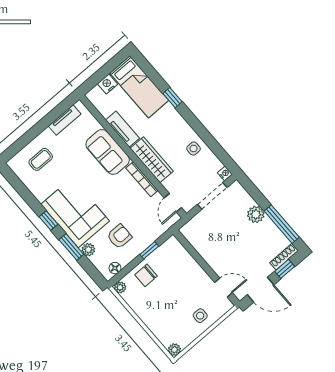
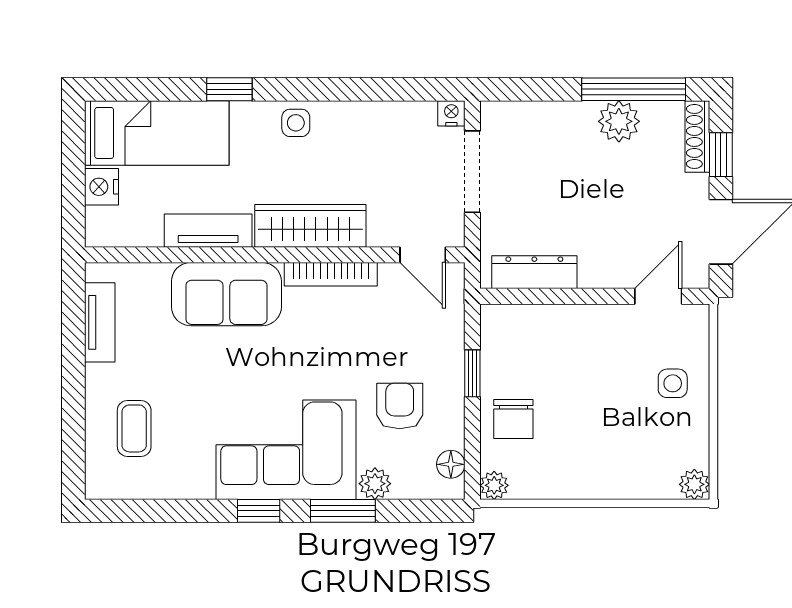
side table: (194, 149) -> (296, 123), moved
plant: (256, 214) -> (619, 121), moved
dresser: (198, 242) -> (534, 272), added

